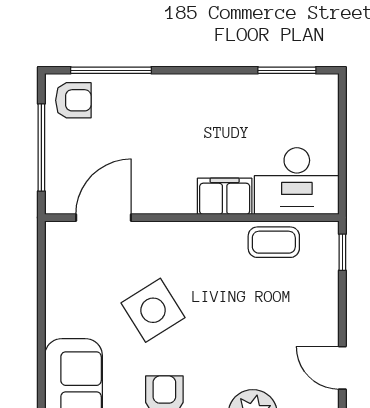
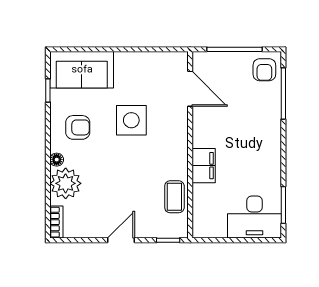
desk: (297, 181) -> (254, 217), moved, turned -90
side table: (153, 310) -> (131, 120), turned 32
door: (342, 368) -> (121, 240), moved

